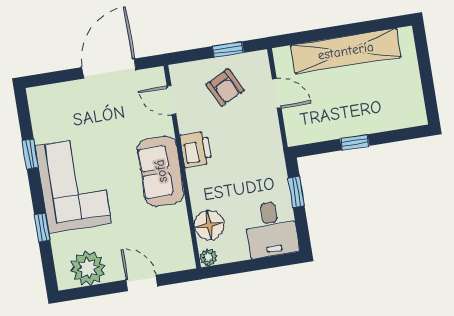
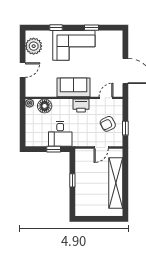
desk: (271, 229) -> (60, 134), moved, turned -90

